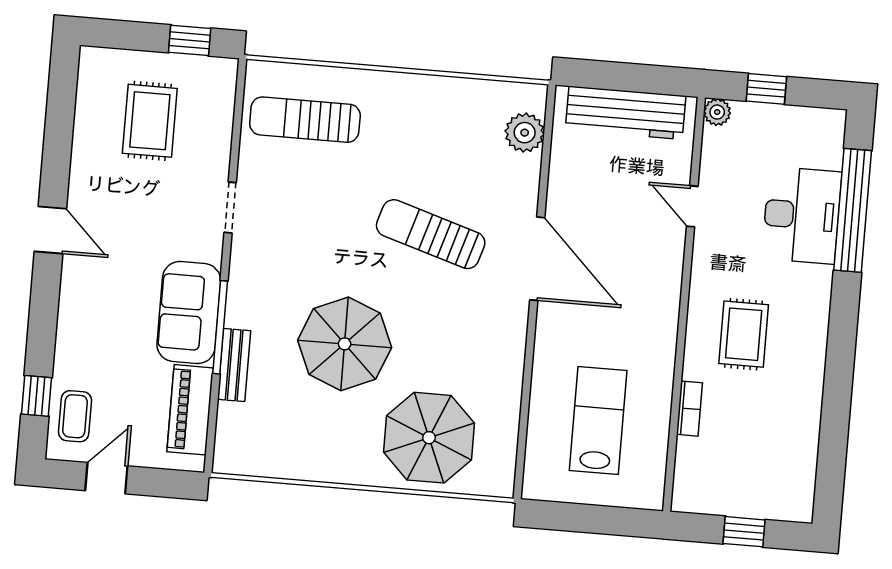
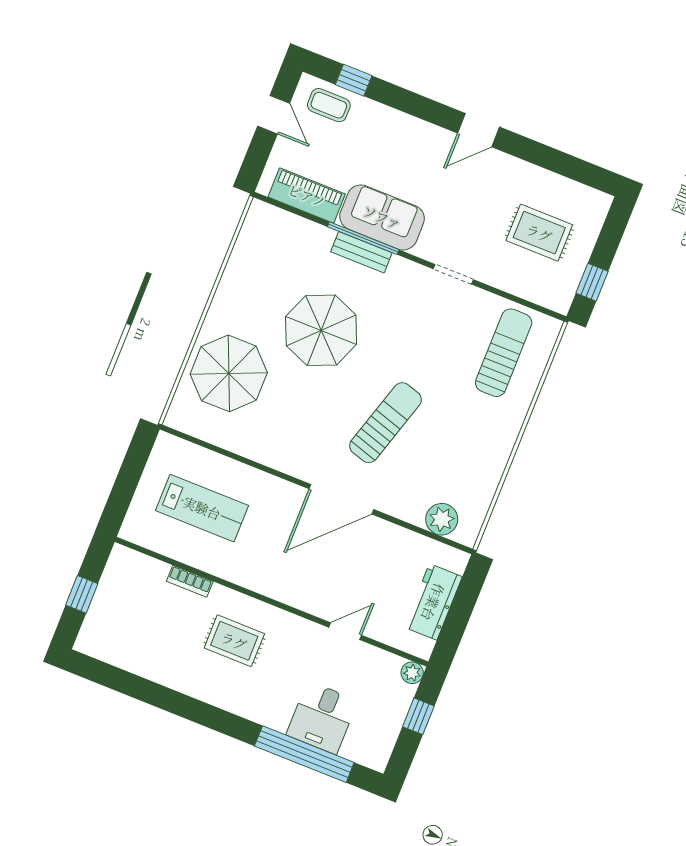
workbench: (626, 113) -> (433, 602), width x0.73
desk: (802, 215) -> (322, 718), width x0.73
bench: (234, 365) -> (361, 252), moved

